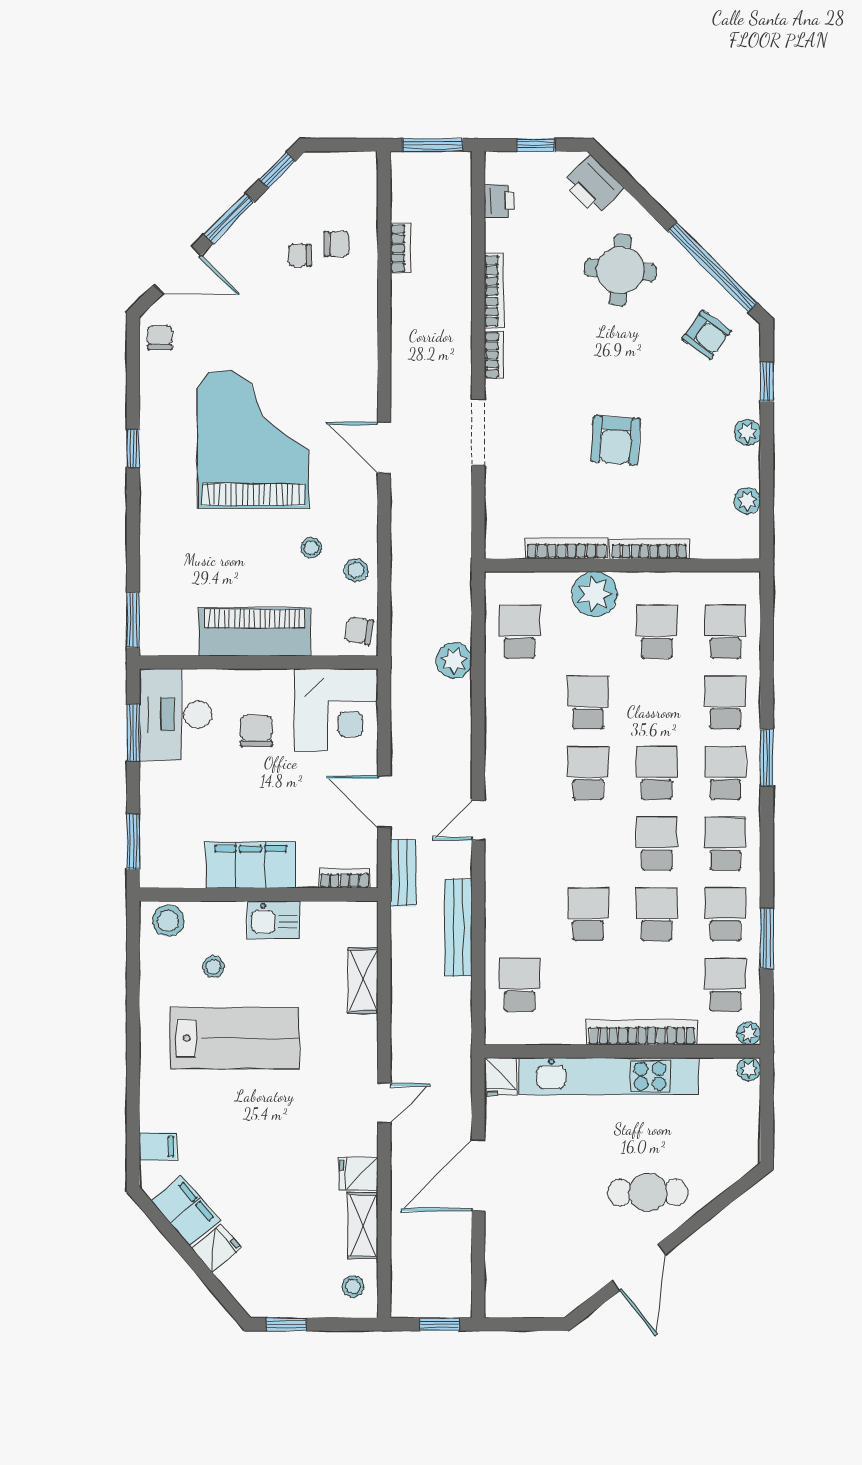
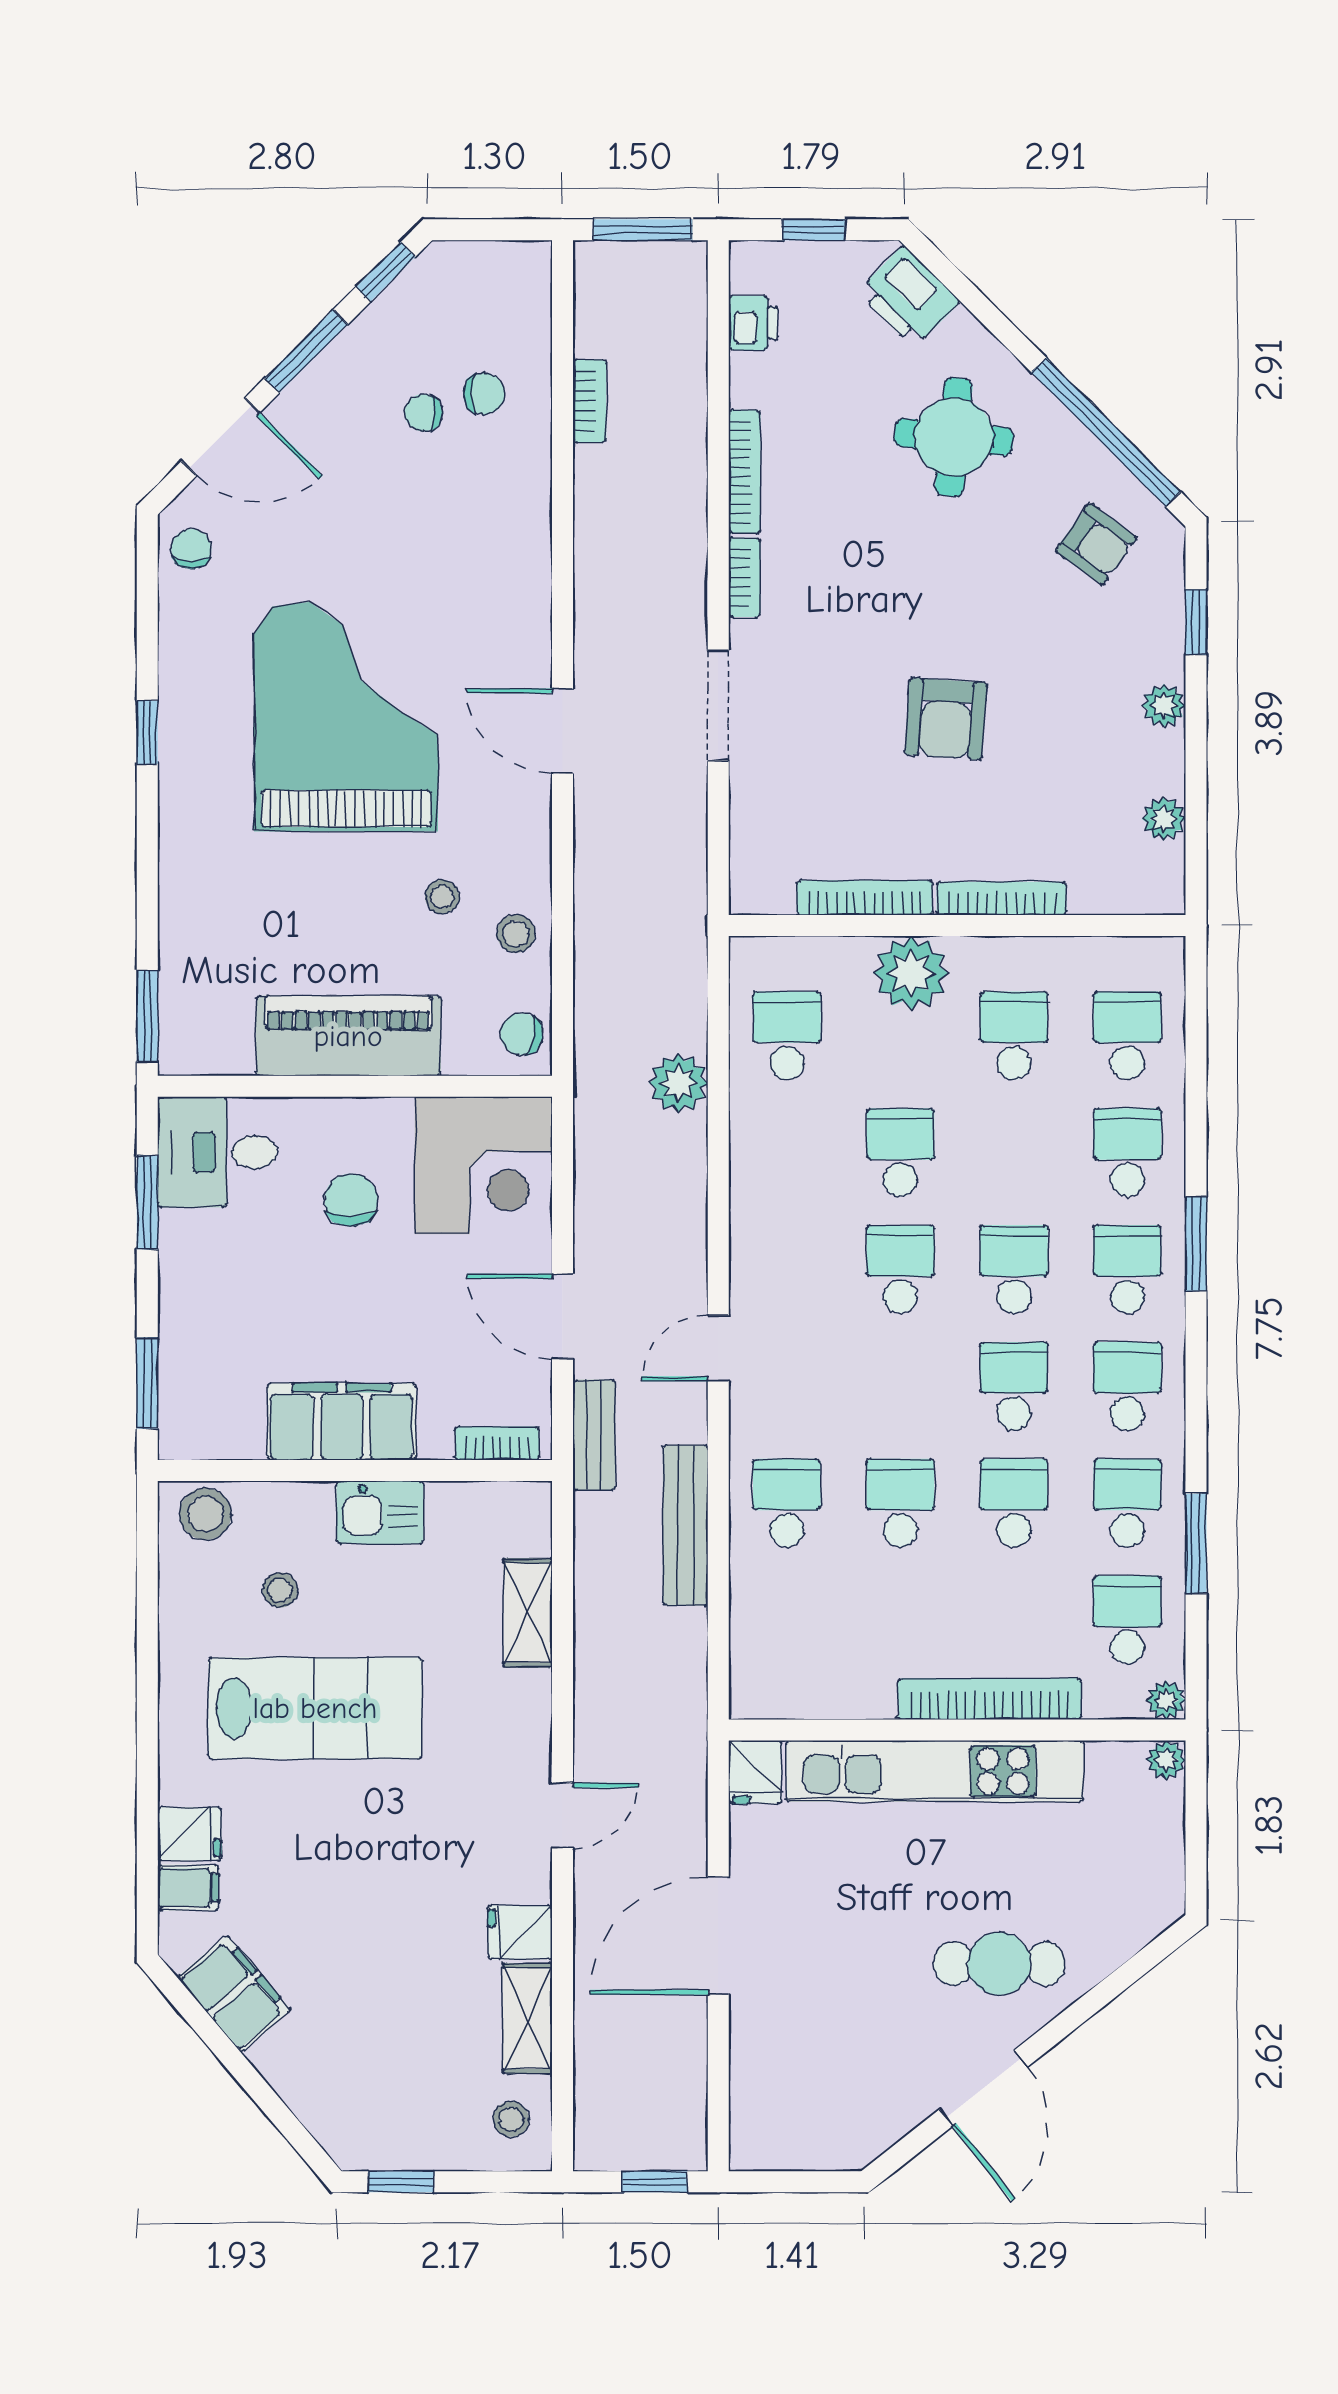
desk: (175, 715) -> (217, 1152), width x0.73
school desk: (520, 985) -> (787, 1503), moved
fridge: (217, 1248) -> (190, 1834), moved, turned 40

